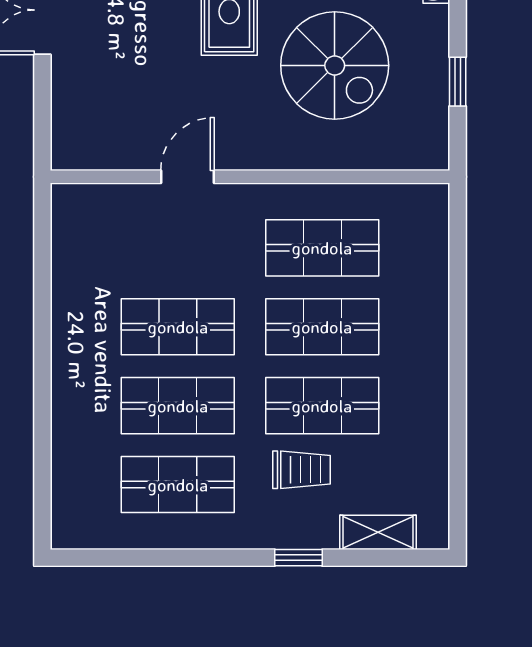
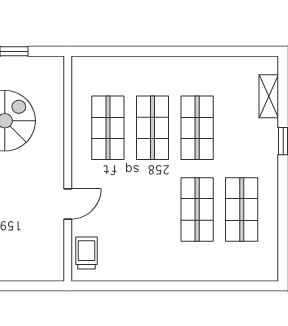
door: (187, 177) -> (68, 204), swing flipped
shop shelf: (178, 327) -> (153, 209), removed
trolley: (301, 470) -> (86, 253), moved

